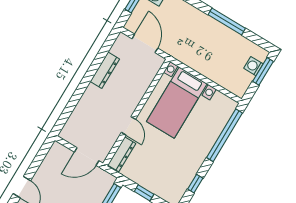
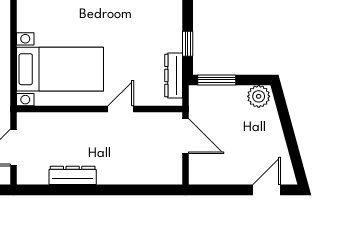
dresser: (122, 154) -> (174, 75), moved, turned -90

